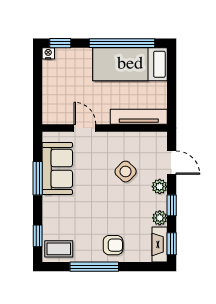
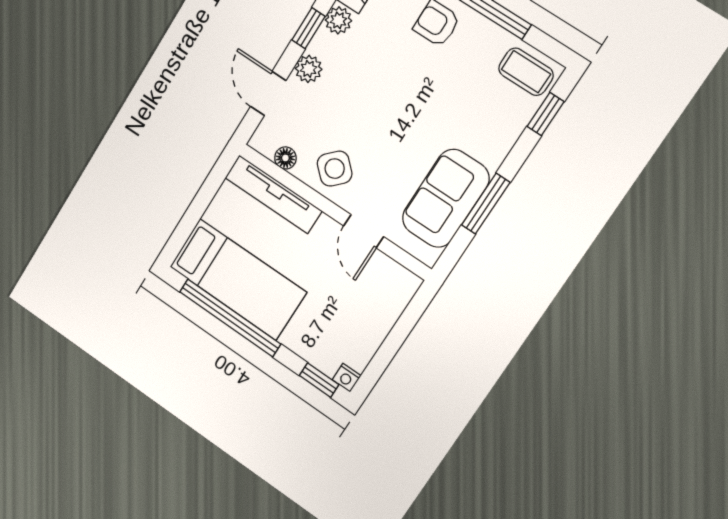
floor lamp: (144, 138) -> (285, 158), added
side table: (126, 172) -> (335, 169), moved

